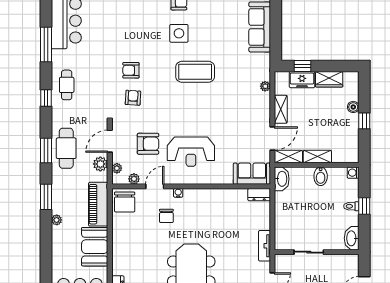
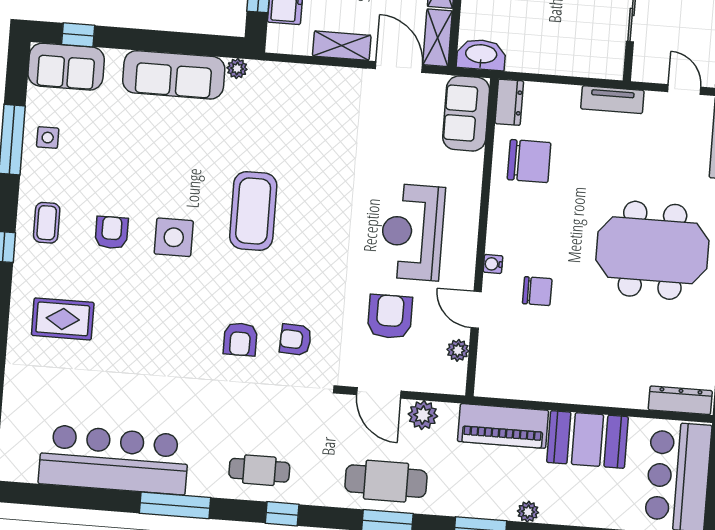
plant: (265, 86) -> (237, 69), moved
reception desk: (191, 152) -> (412, 232), turned 180
plant: (117, 168) -> (434, 383), removed
chair: (125, 202) -> (529, 161), moved

